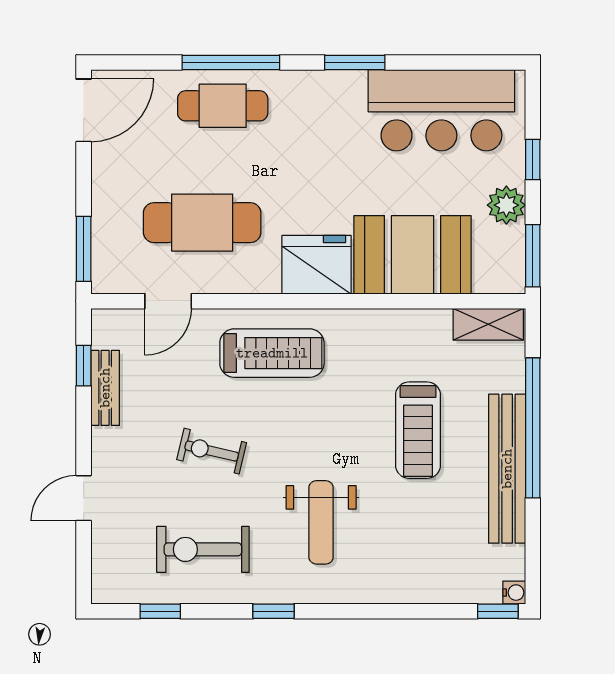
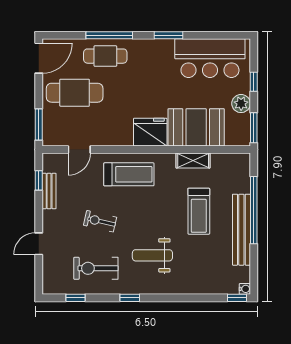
cafe table: (202, 223) -> (75, 93), moved
shelving: (488, 324) -> (193, 161), moved
weight bench: (321, 522) -> (152, 255), turned 90

